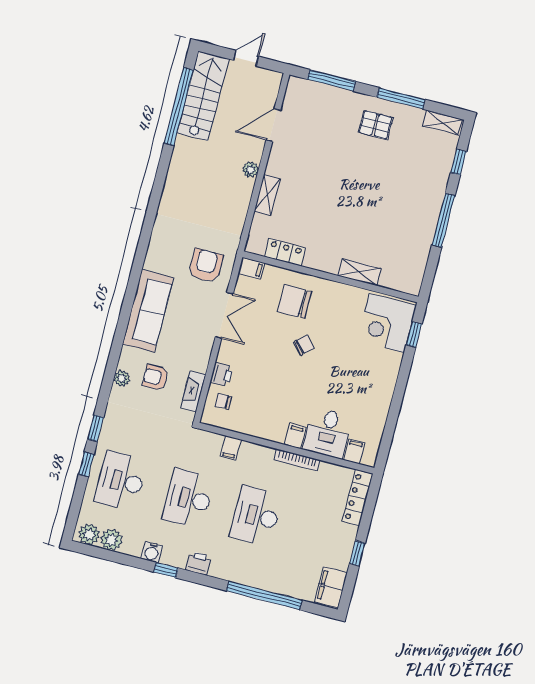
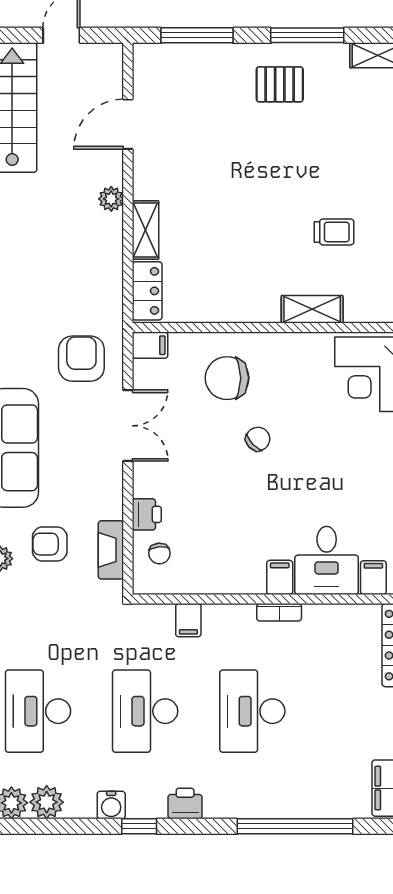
trolley: (386, 227) -> (334, 232), added
locker: (285, 252) -> (147, 291), moved, turned 90
chair: (223, 401) -> (159, 554), turned -95
bookcase: (297, 460) -> (279, 612), width x0.64

